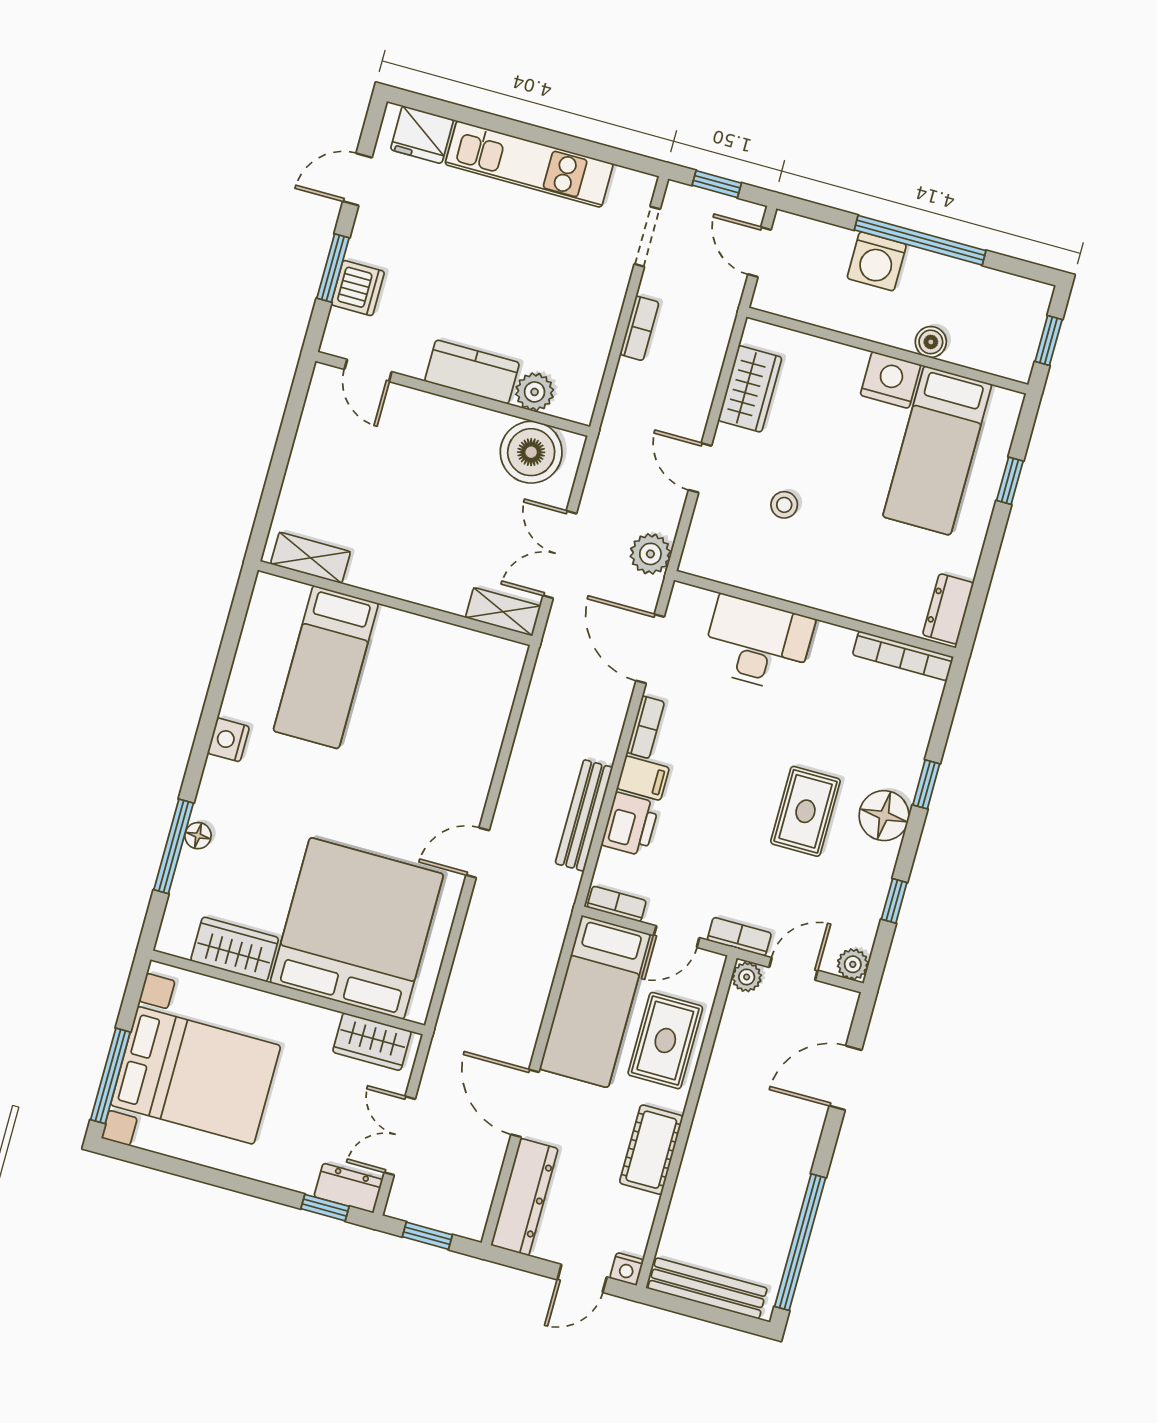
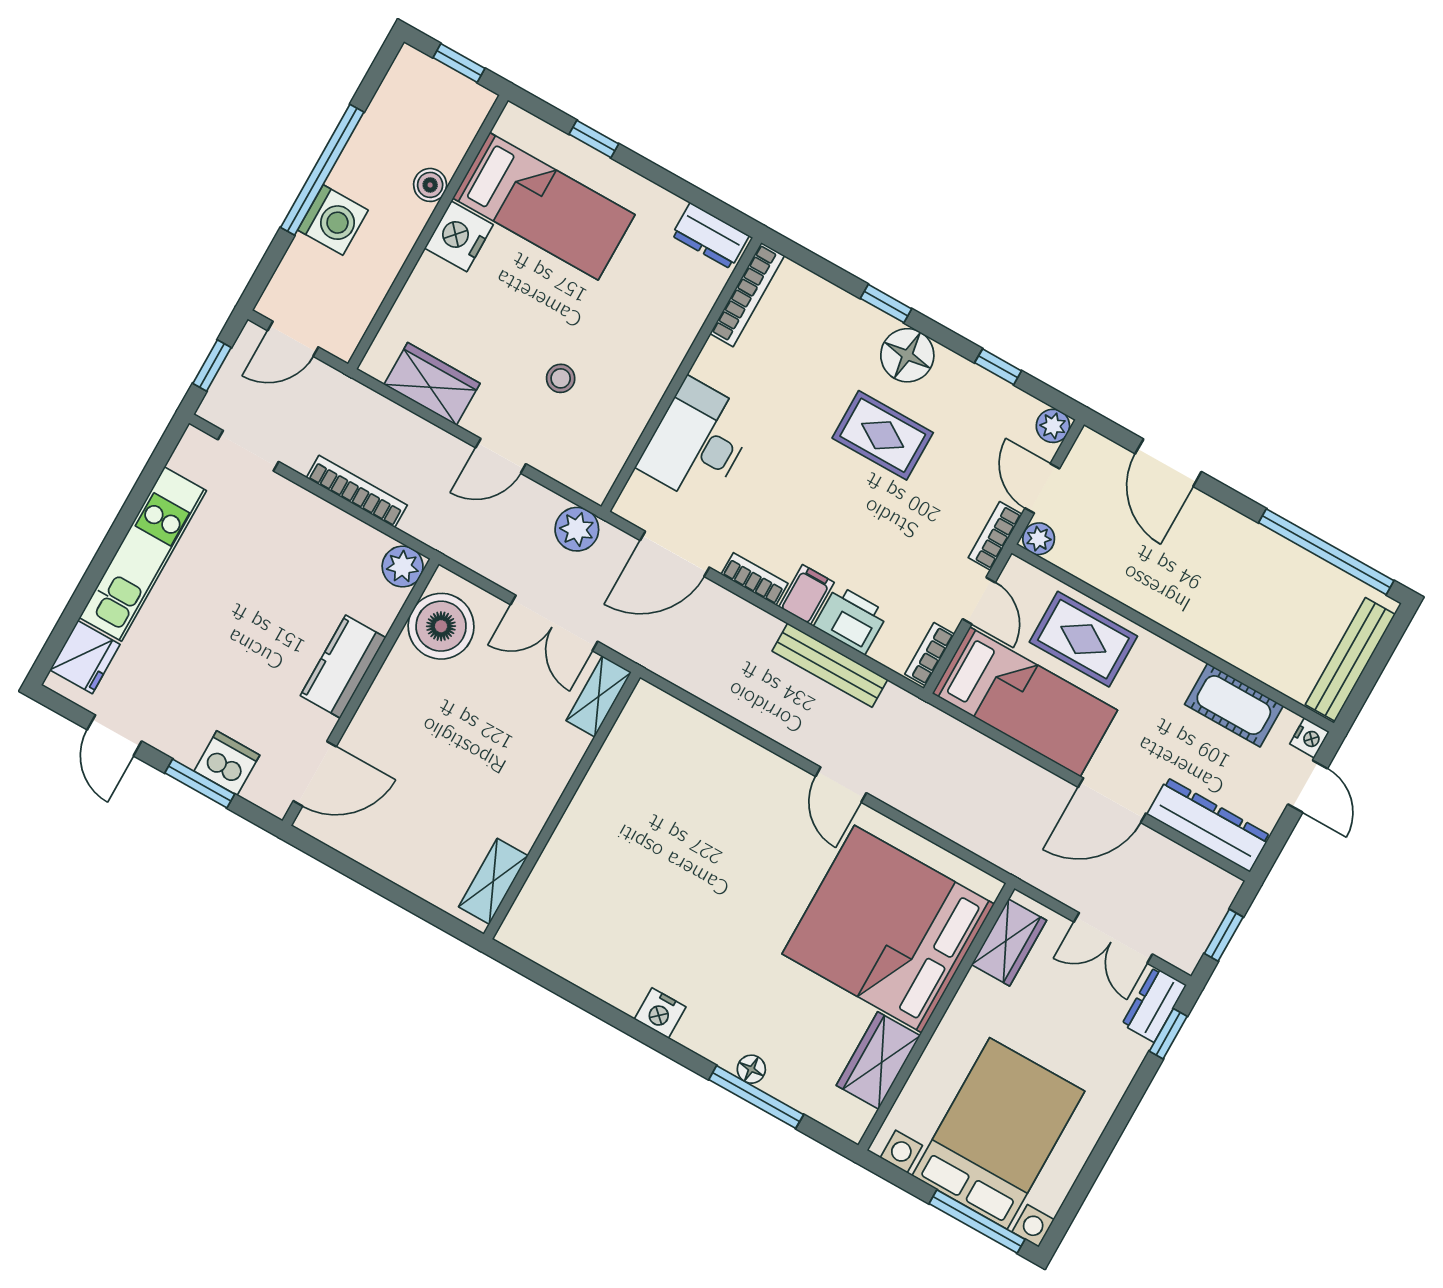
bookcase: (639, 328) -> (357, 491), width x1.56
door: (368, 371) -> (315, 774), width x1.38
plant: (535, 392) -> (403, 567), moved
bed: (326, 667) -> (610, 894), removed
cot: (651, 1150) -> (1234, 705), moved

